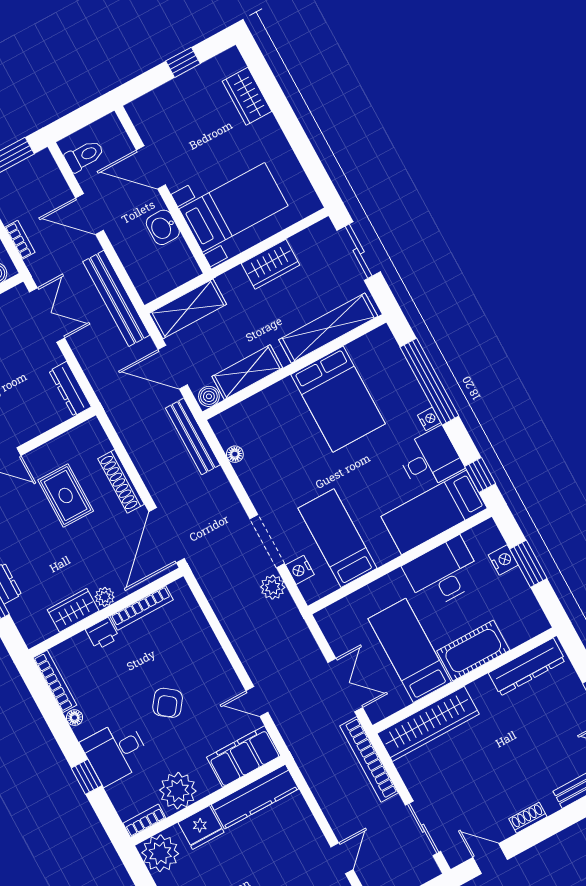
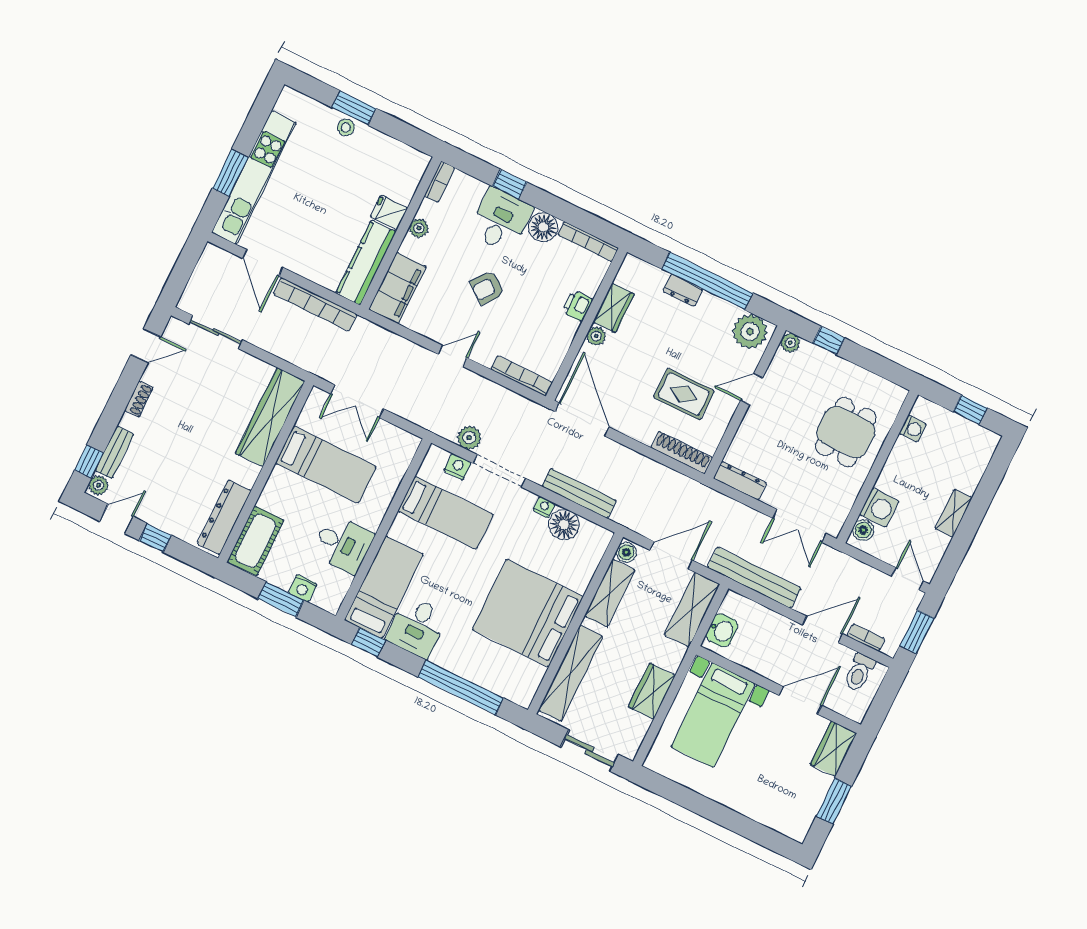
window: (183, 62) -> (834, 801), width x1.50
wardrobe: (247, 96) -> (834, 749), moved, turned -90
washbasin: (163, 227) -> (722, 630), moved, turned 90
bookcase: (20, 240) -> (866, 638), moved, turned 180
bed: (338, 399) -> (528, 613), width x1.36
nightstand: (429, 419) -> (544, 507), moved, turned 180
bench: (193, 436) -> (579, 493), moved
floor lamp: (235, 454) -> (564, 525), width x1.89, depth x1.89
shoe rack: (121, 481) -> (682, 453), moved
desk: (443, 573) -> (343, 544), width x0.73
bookcase: (142, 608) -> (522, 376), moved, turned 90
cot: (473, 651) -> (256, 541), moved
door: (257, 702) -> (453, 356), moved
armchair: (168, 703) -> (487, 288), turned -90
floor lamp: (75, 718) -> (543, 227), width x1.89, depth x1.89
bookcase: (369, 759) -> (315, 304), moved, turned 180
plant: (178, 791) -> (419, 228), width x0.53, depth x0.53
fridge: (201, 827) -> (389, 213), width x0.72
plant: (160, 853) -> (409, 165), removed
door: (342, 858) -> (263, 263), width x1.38

